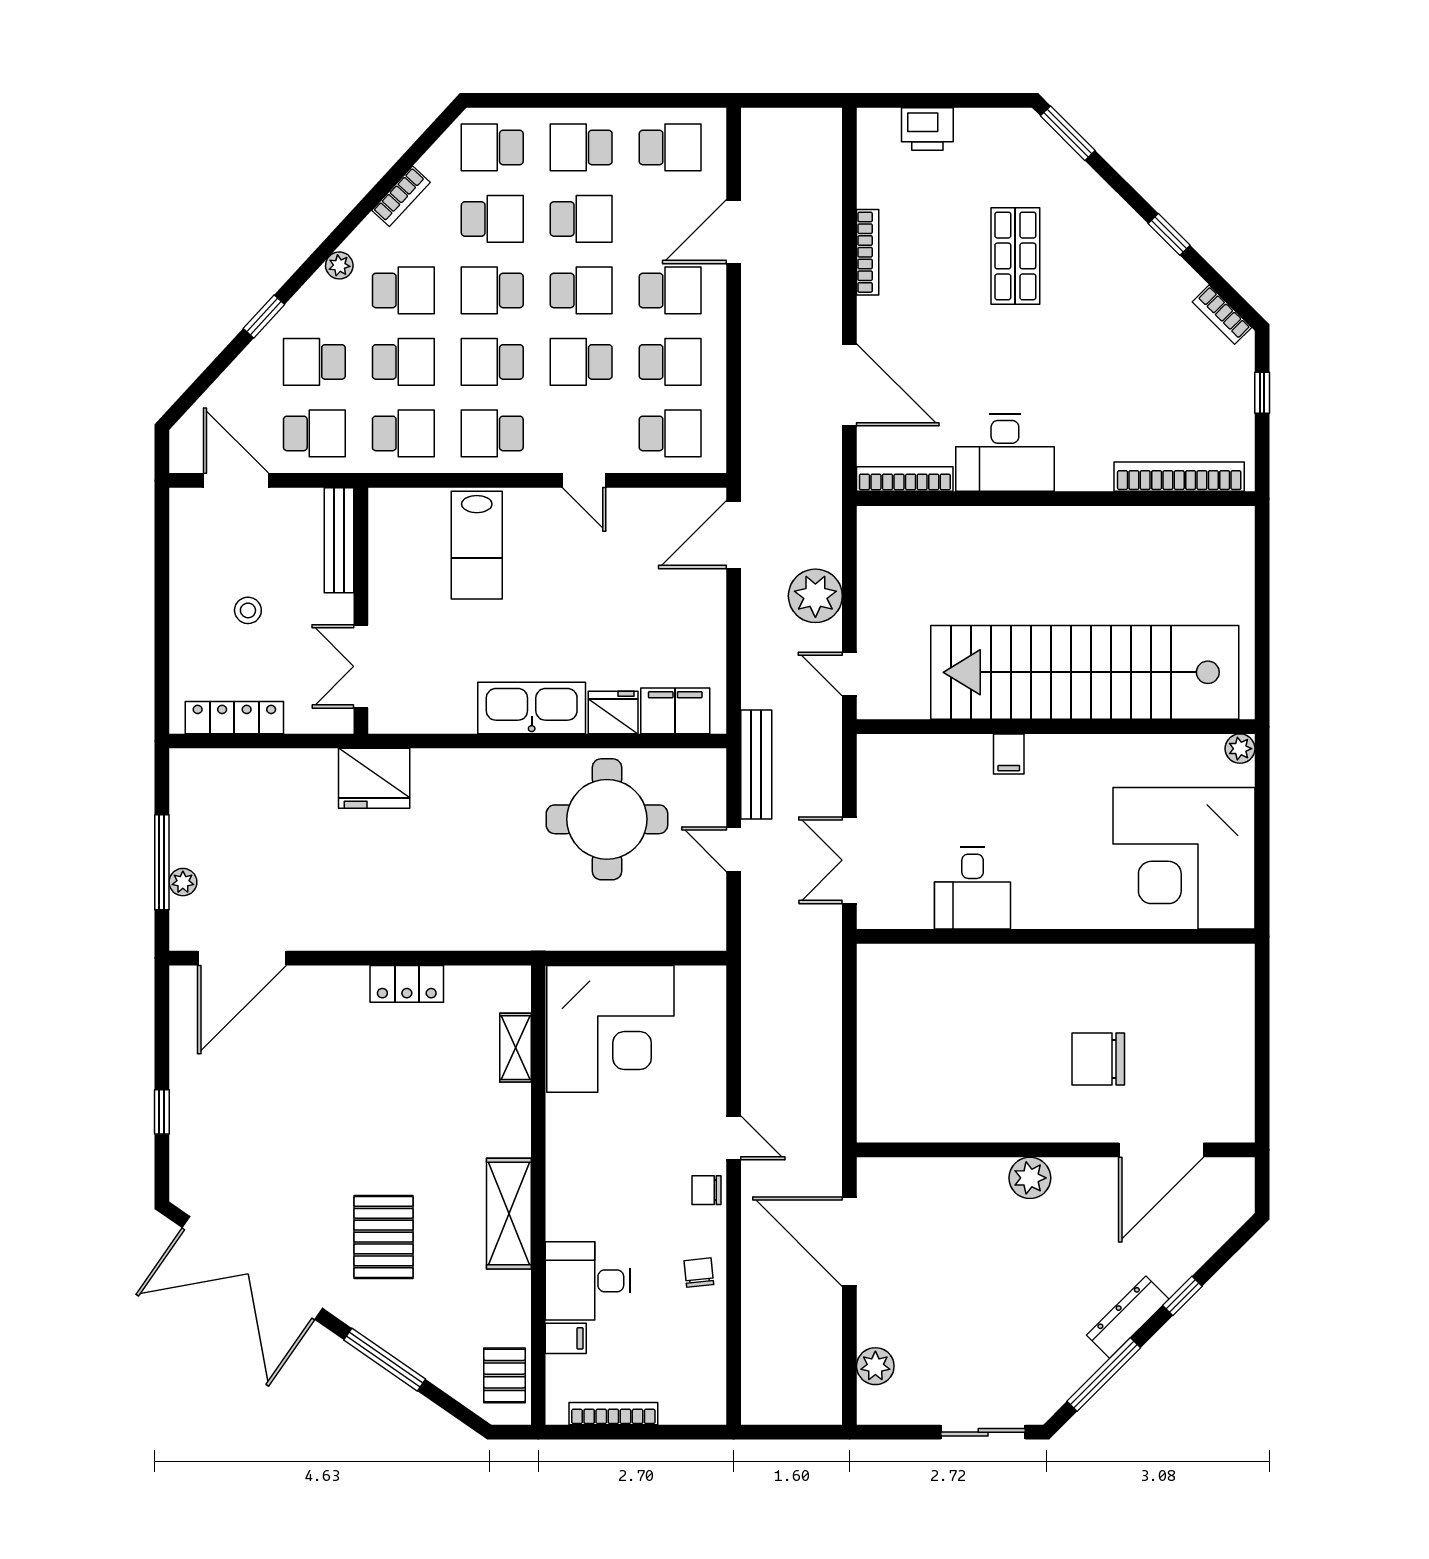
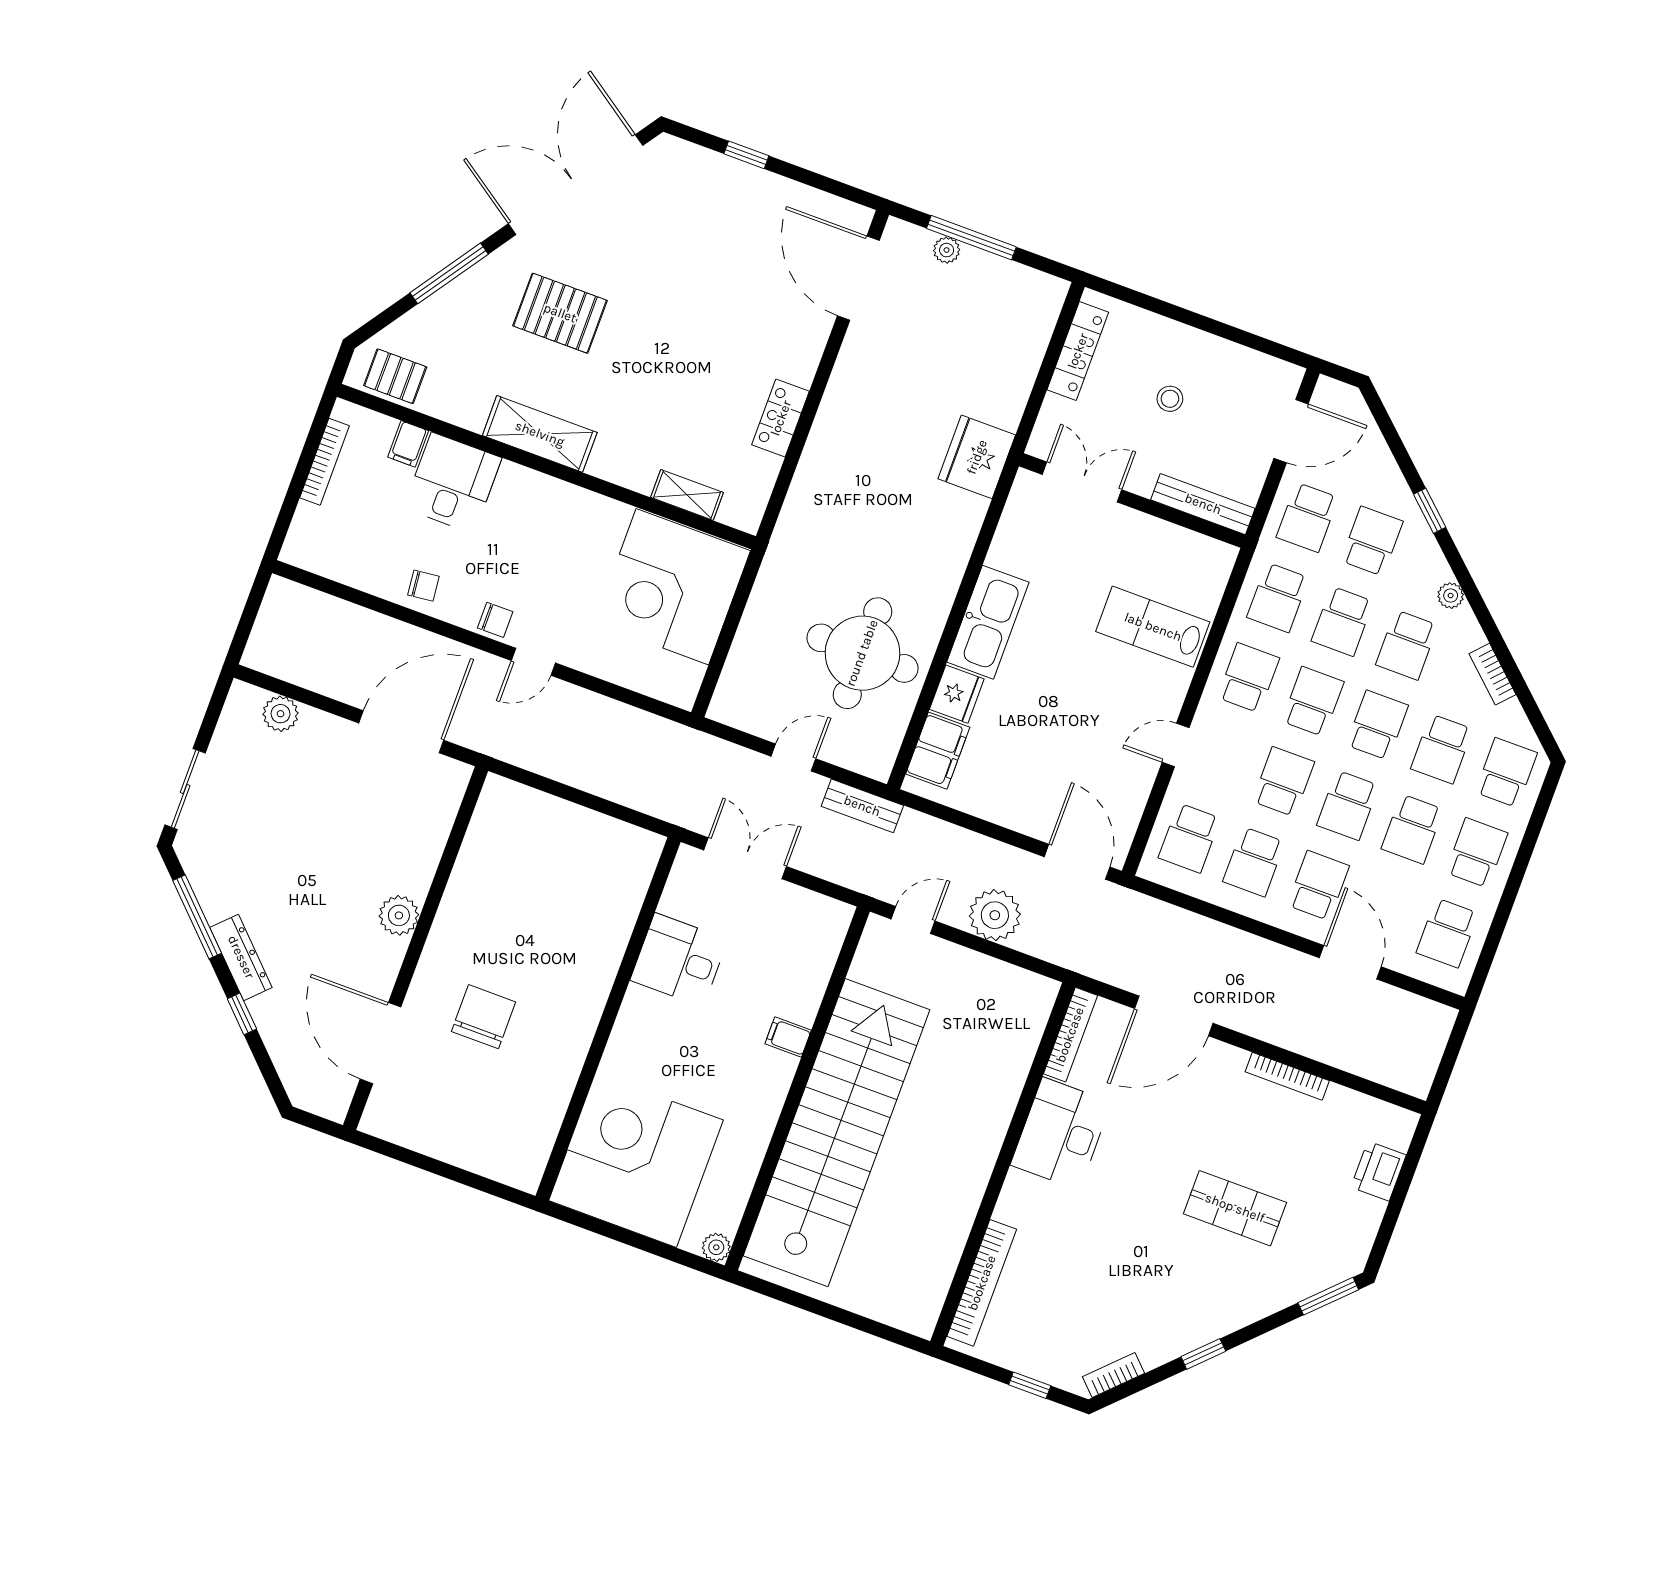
school desk: (670, 290) -> (1318, 885), turned 180
bench: (756, 765) -> (862, 806), width x0.73
chair: (707, 1190) -> (495, 620), turned 90

